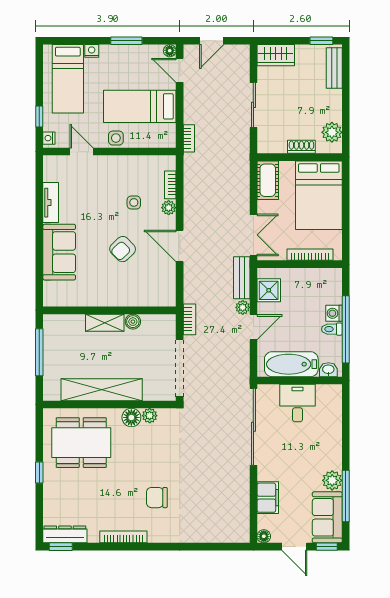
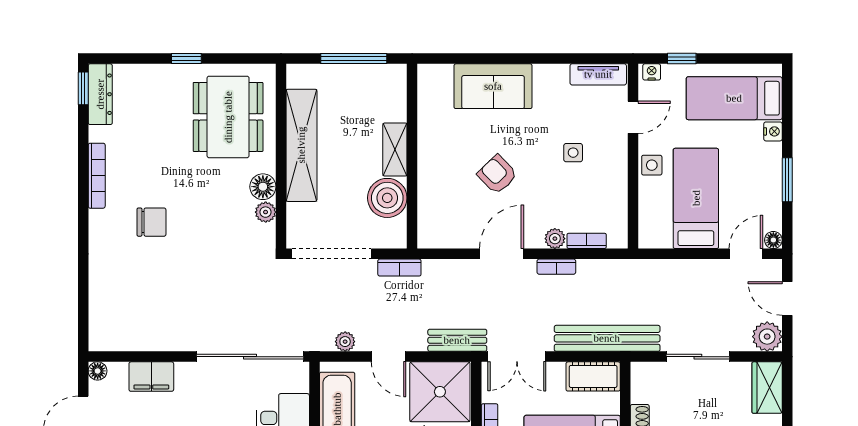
plant: (239, 55) -> (767, 337), added
bookcase: (189, 138) -> (556, 267), moved
bench: (240, 170) -> (607, 338), added
side table: (134, 202) -> (573, 153), moved
tv unit: (51, 203) -> (598, 74), moved
shower: (269, 290) -> (440, 392), width x1.86, depth x1.86
plant: (243, 307) -> (345, 342), moved
boiler: (133, 322) -> (387, 198), width x1.86, depth x1.86
chair: (157, 498) -> (152, 222), turned 90

